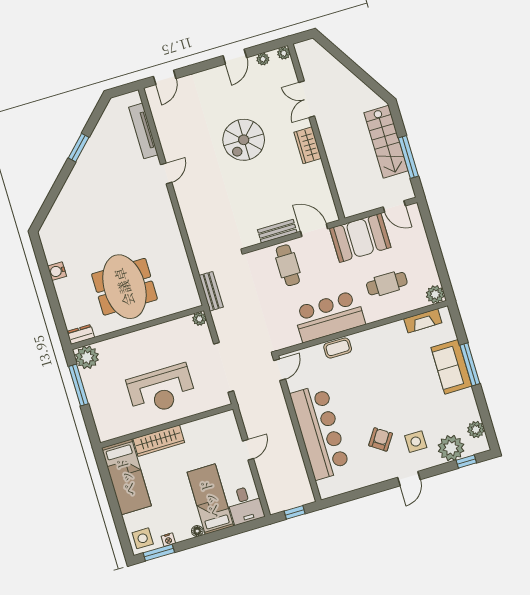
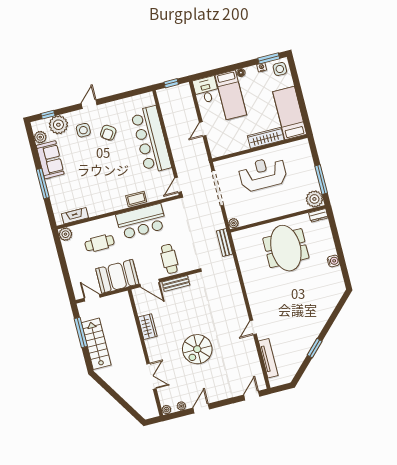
spiral stairs: (244, 140) -> (197, 349), turned 180
wardrobe: (308, 145) -> (148, 327), moved
sofa: (451, 367) -> (50, 160), moved

